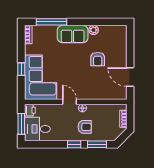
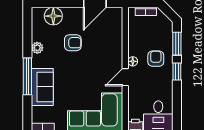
window: (52, 22) -> (27, 76), moved
sofa: (73, 34) -> (42, 87), moved
floor lamp: (119, 43) -> (53, 16), added

